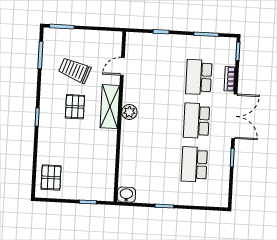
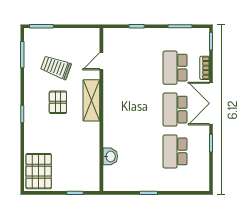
plant: (129, 112) -> (110, 105), removed
double door: (234, 116) -> (211, 103), swing flipped
pallet: (51, 177) -> (39, 171), width x1.50, depth x1.42
washbasin: (126, 195) -> (110, 156), moved, turned 90

